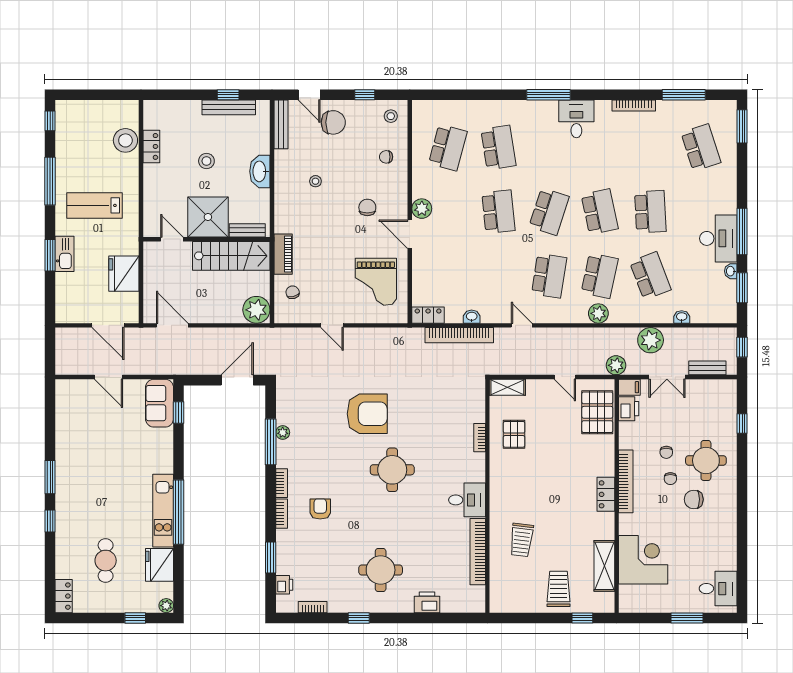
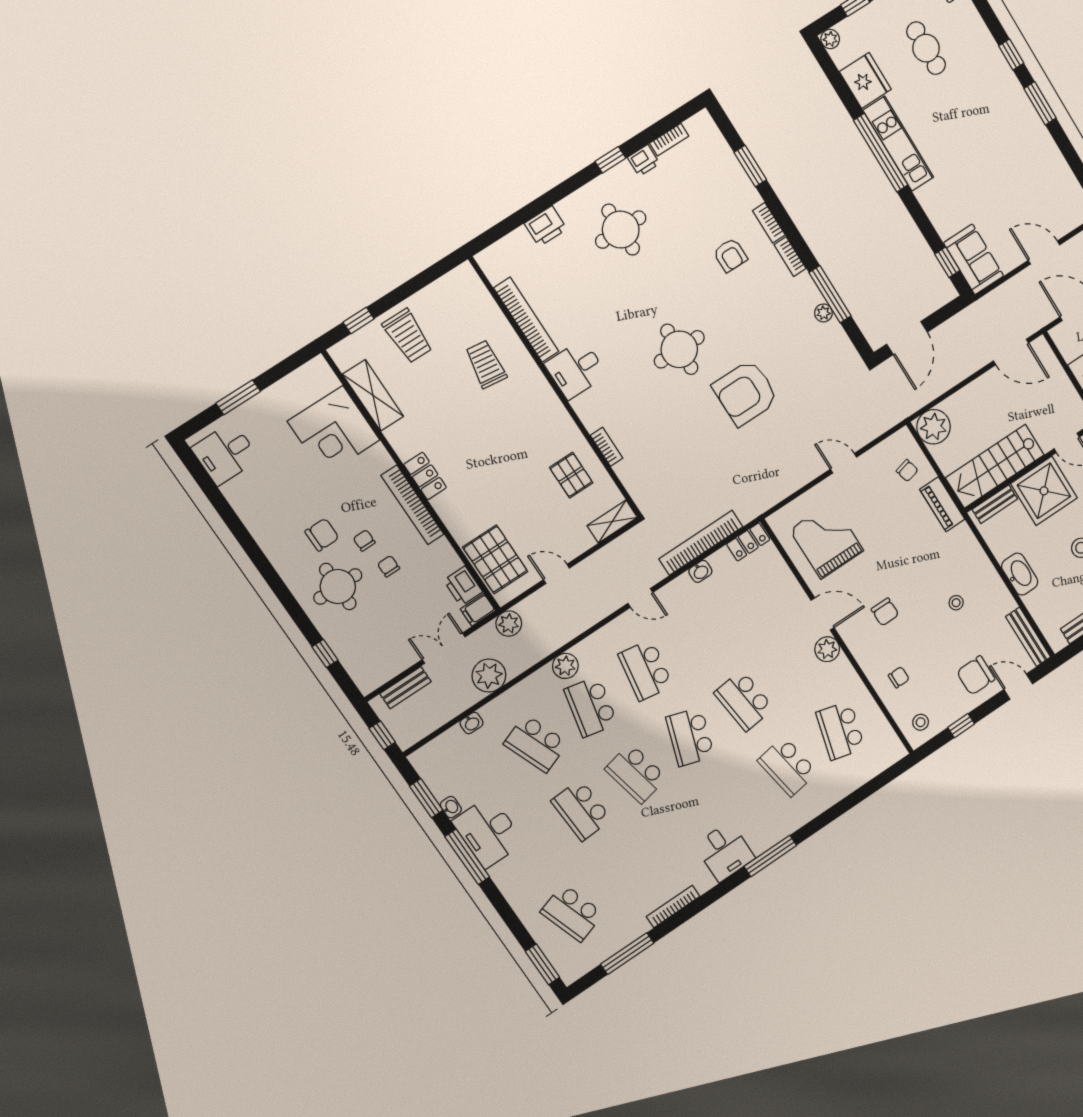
printer: (284, 585) -> (644, 160), moved, turned -90

